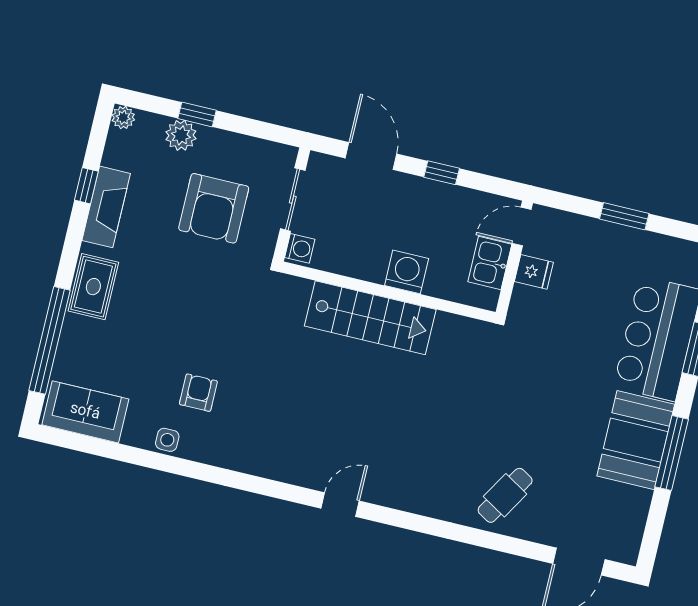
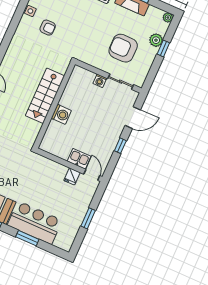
washing machine: (407, 272) -> (61, 114), moved
wall: (388, 292) -> (54, 105), moved
stairs: (370, 318) -> (45, 96), moved

